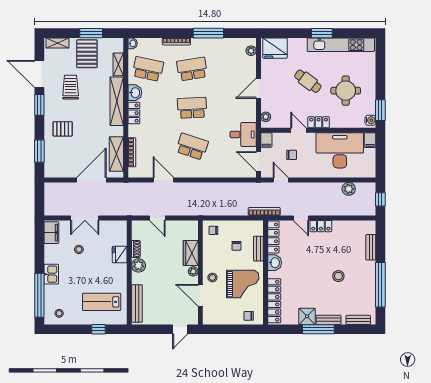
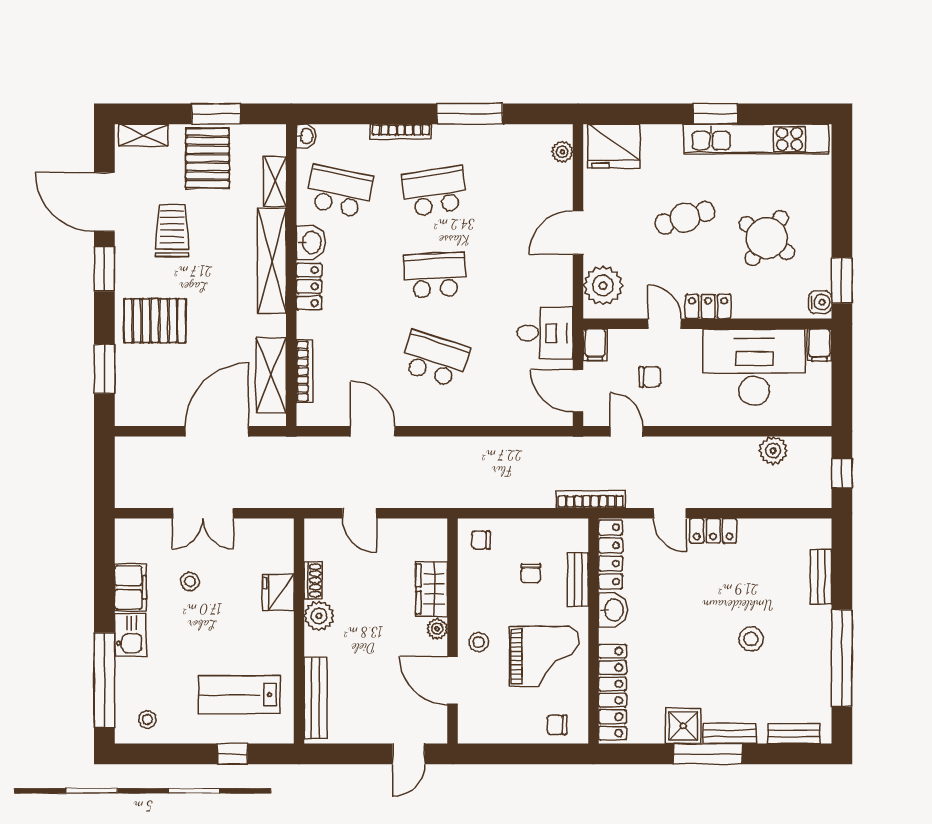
cafe table: (308, 81) -> (685, 218), turned -54
round table: (346, 91) -> (767, 238), turned 35
plant: (266, 117) -> (603, 286), width x1.87, depth x1.87
pallet: (63, 129) -> (155, 321), width x1.50, depth x1.42
filing cabinet: (51, 233) -> (130, 588), moved

